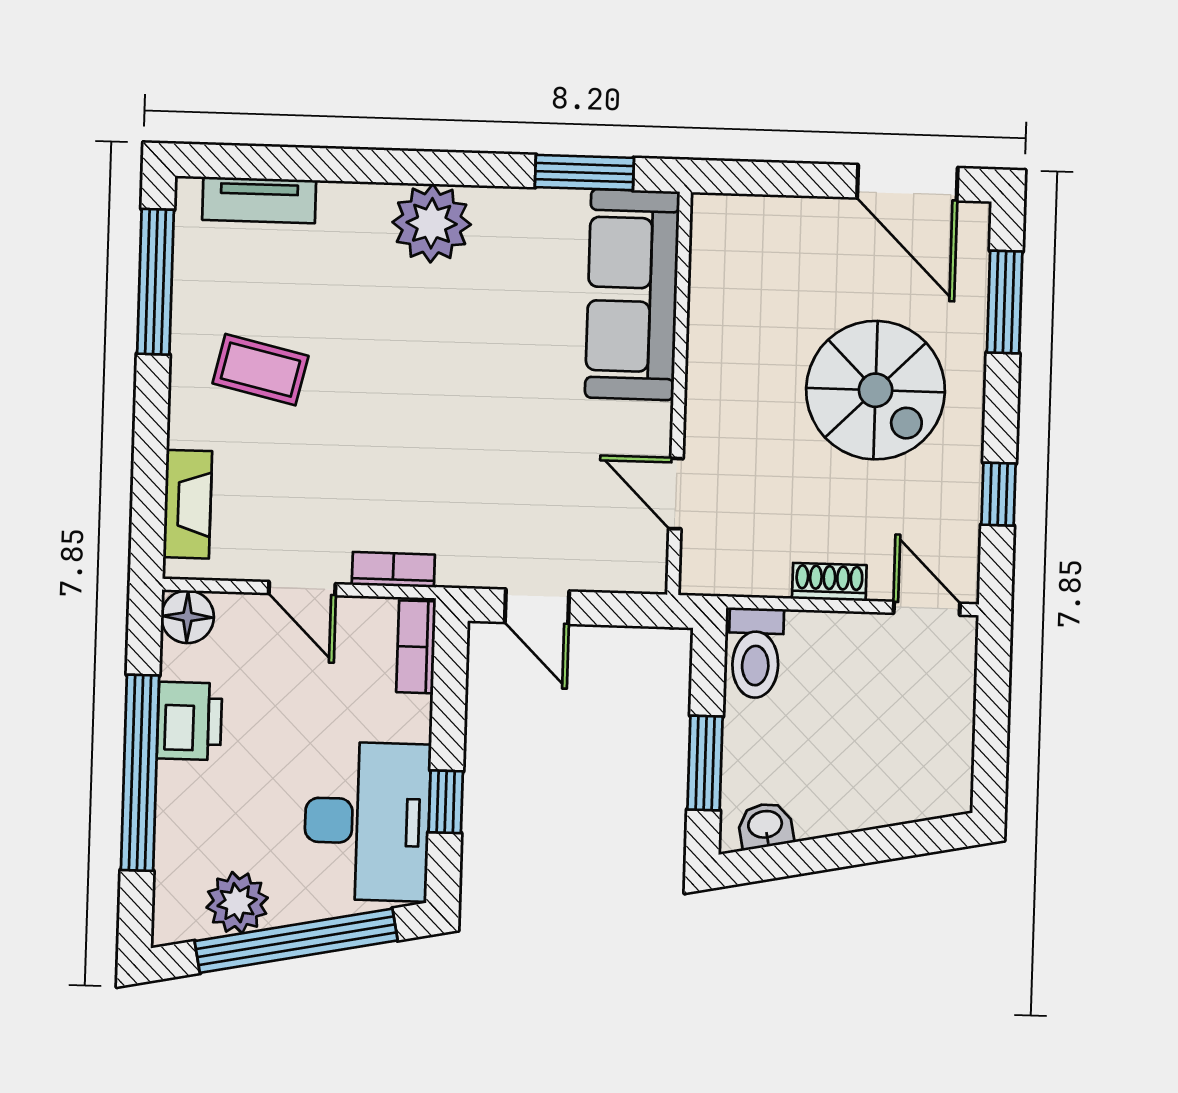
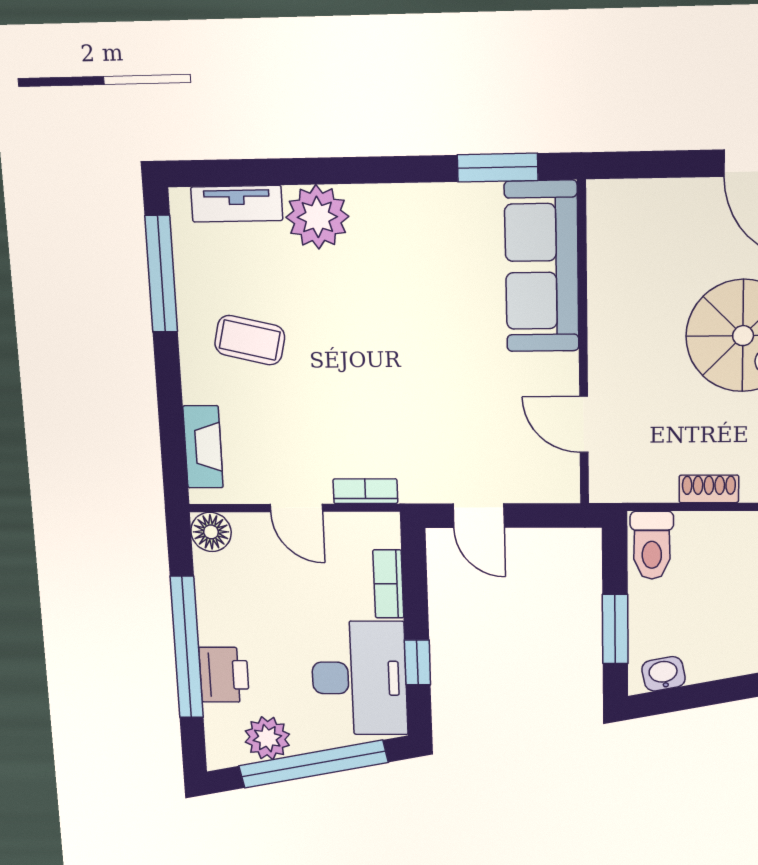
plant: (432, 223) -> (317, 217), moved
bookcase: (416, 647) -> (388, 584), moved
printer: (190, 721) -> (224, 675), moved

